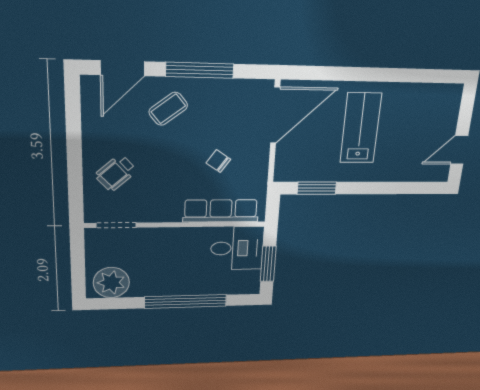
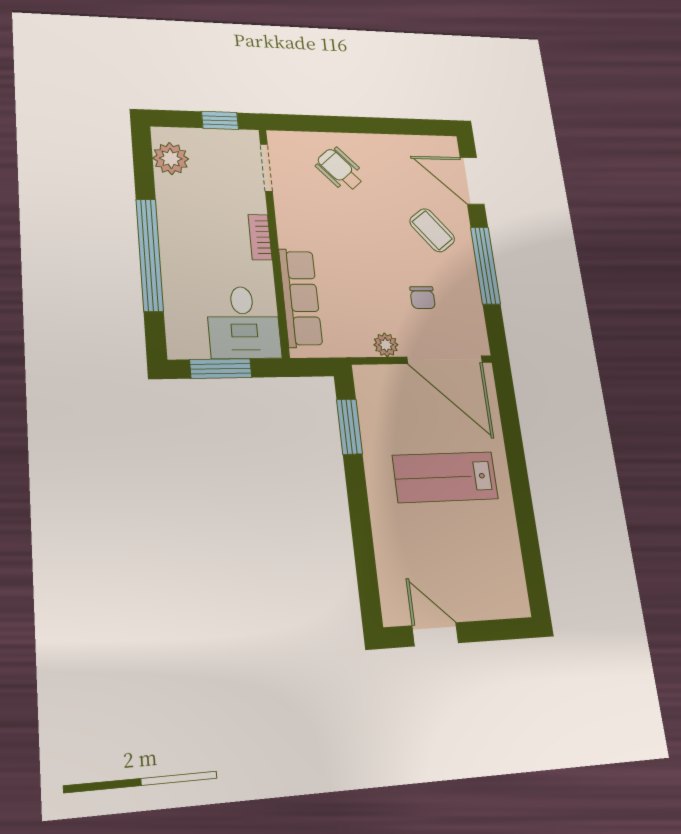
lab bench: (361, 128) -> (445, 477), turned 180
plant: (260, 156) -> (386, 345), added
chair: (218, 161) -> (423, 298), moved, turned 145
bookcase: (173, 234) -> (260, 237), added
window: (77, 254) -> (220, 120), added
plant: (111, 283) -> (171, 159), width x0.73, depth x0.73

